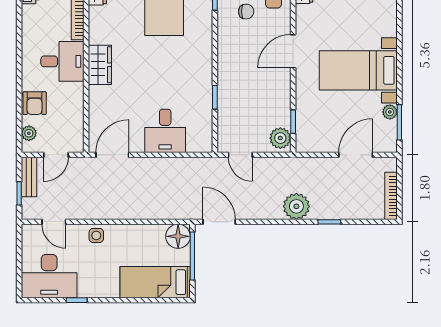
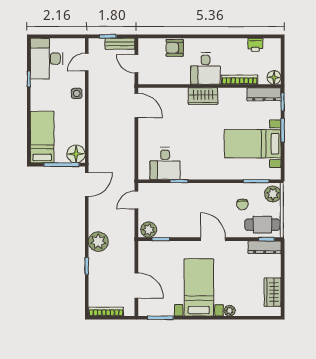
plant: (390, 112) -> (230, 311), moved
desk: (165, 131) -> (165, 163), moved, turned -90
plant: (29, 133) -> (152, 44), removed

